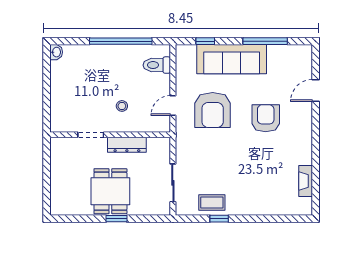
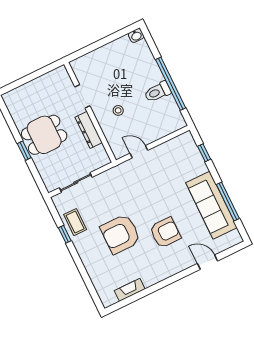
sofa: (232, 59) -> (211, 205), moved
toilet: (157, 65) -> (158, 92), moved, turned -90
armchair: (213, 110) -> (120, 234), moved

